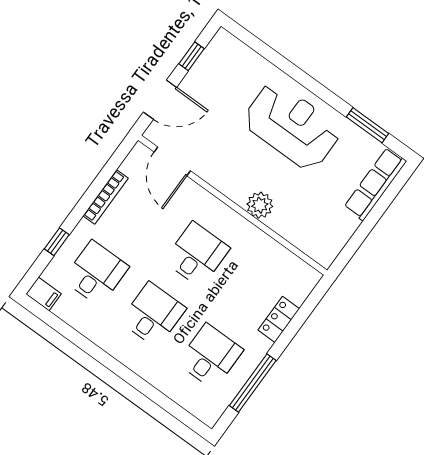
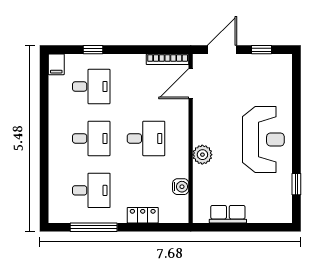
door: (160, 100) -> (222, 50), swing flipped
window: (367, 125) -> (296, 184), width x0.67
row of seats: (375, 184) -> (228, 214), moved, width x0.68
bookcase: (106, 197) -> (168, 59), moved
water cooler: (278, 255) -> (181, 187), added

